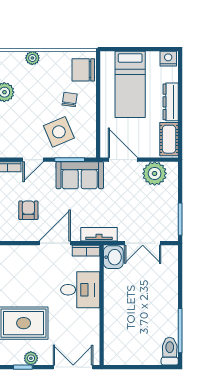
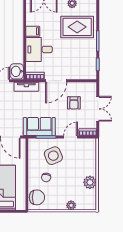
filing cabinet: (89, 317) -> (33, 31), added

